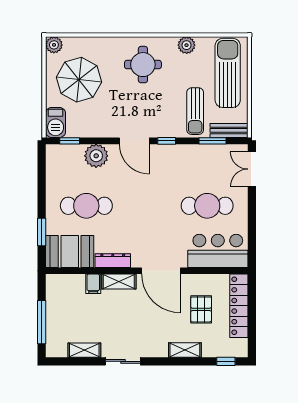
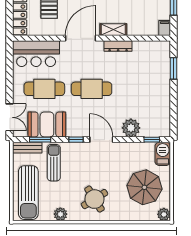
round table: (143, 65) -> (95, 199), turned -32
cafe table: (86, 206) -> (92, 89), moved
booth: (70, 251) -> (47, 124), moved
door: (161, 271) -> (80, 38), hinge flipped
filing cabinet: (93, 284) -> (165, 28), moved

